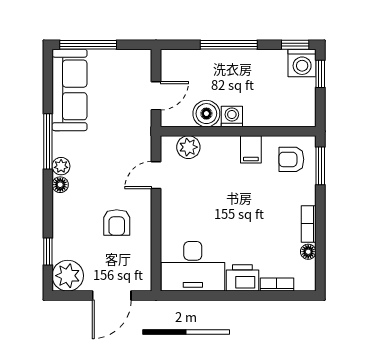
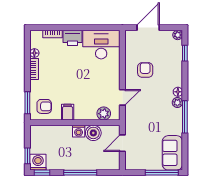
sofa: (70, 90) -> (172, 153), width x0.73
plant: (68, 276) -> (178, 35), width x0.53, depth x0.53

